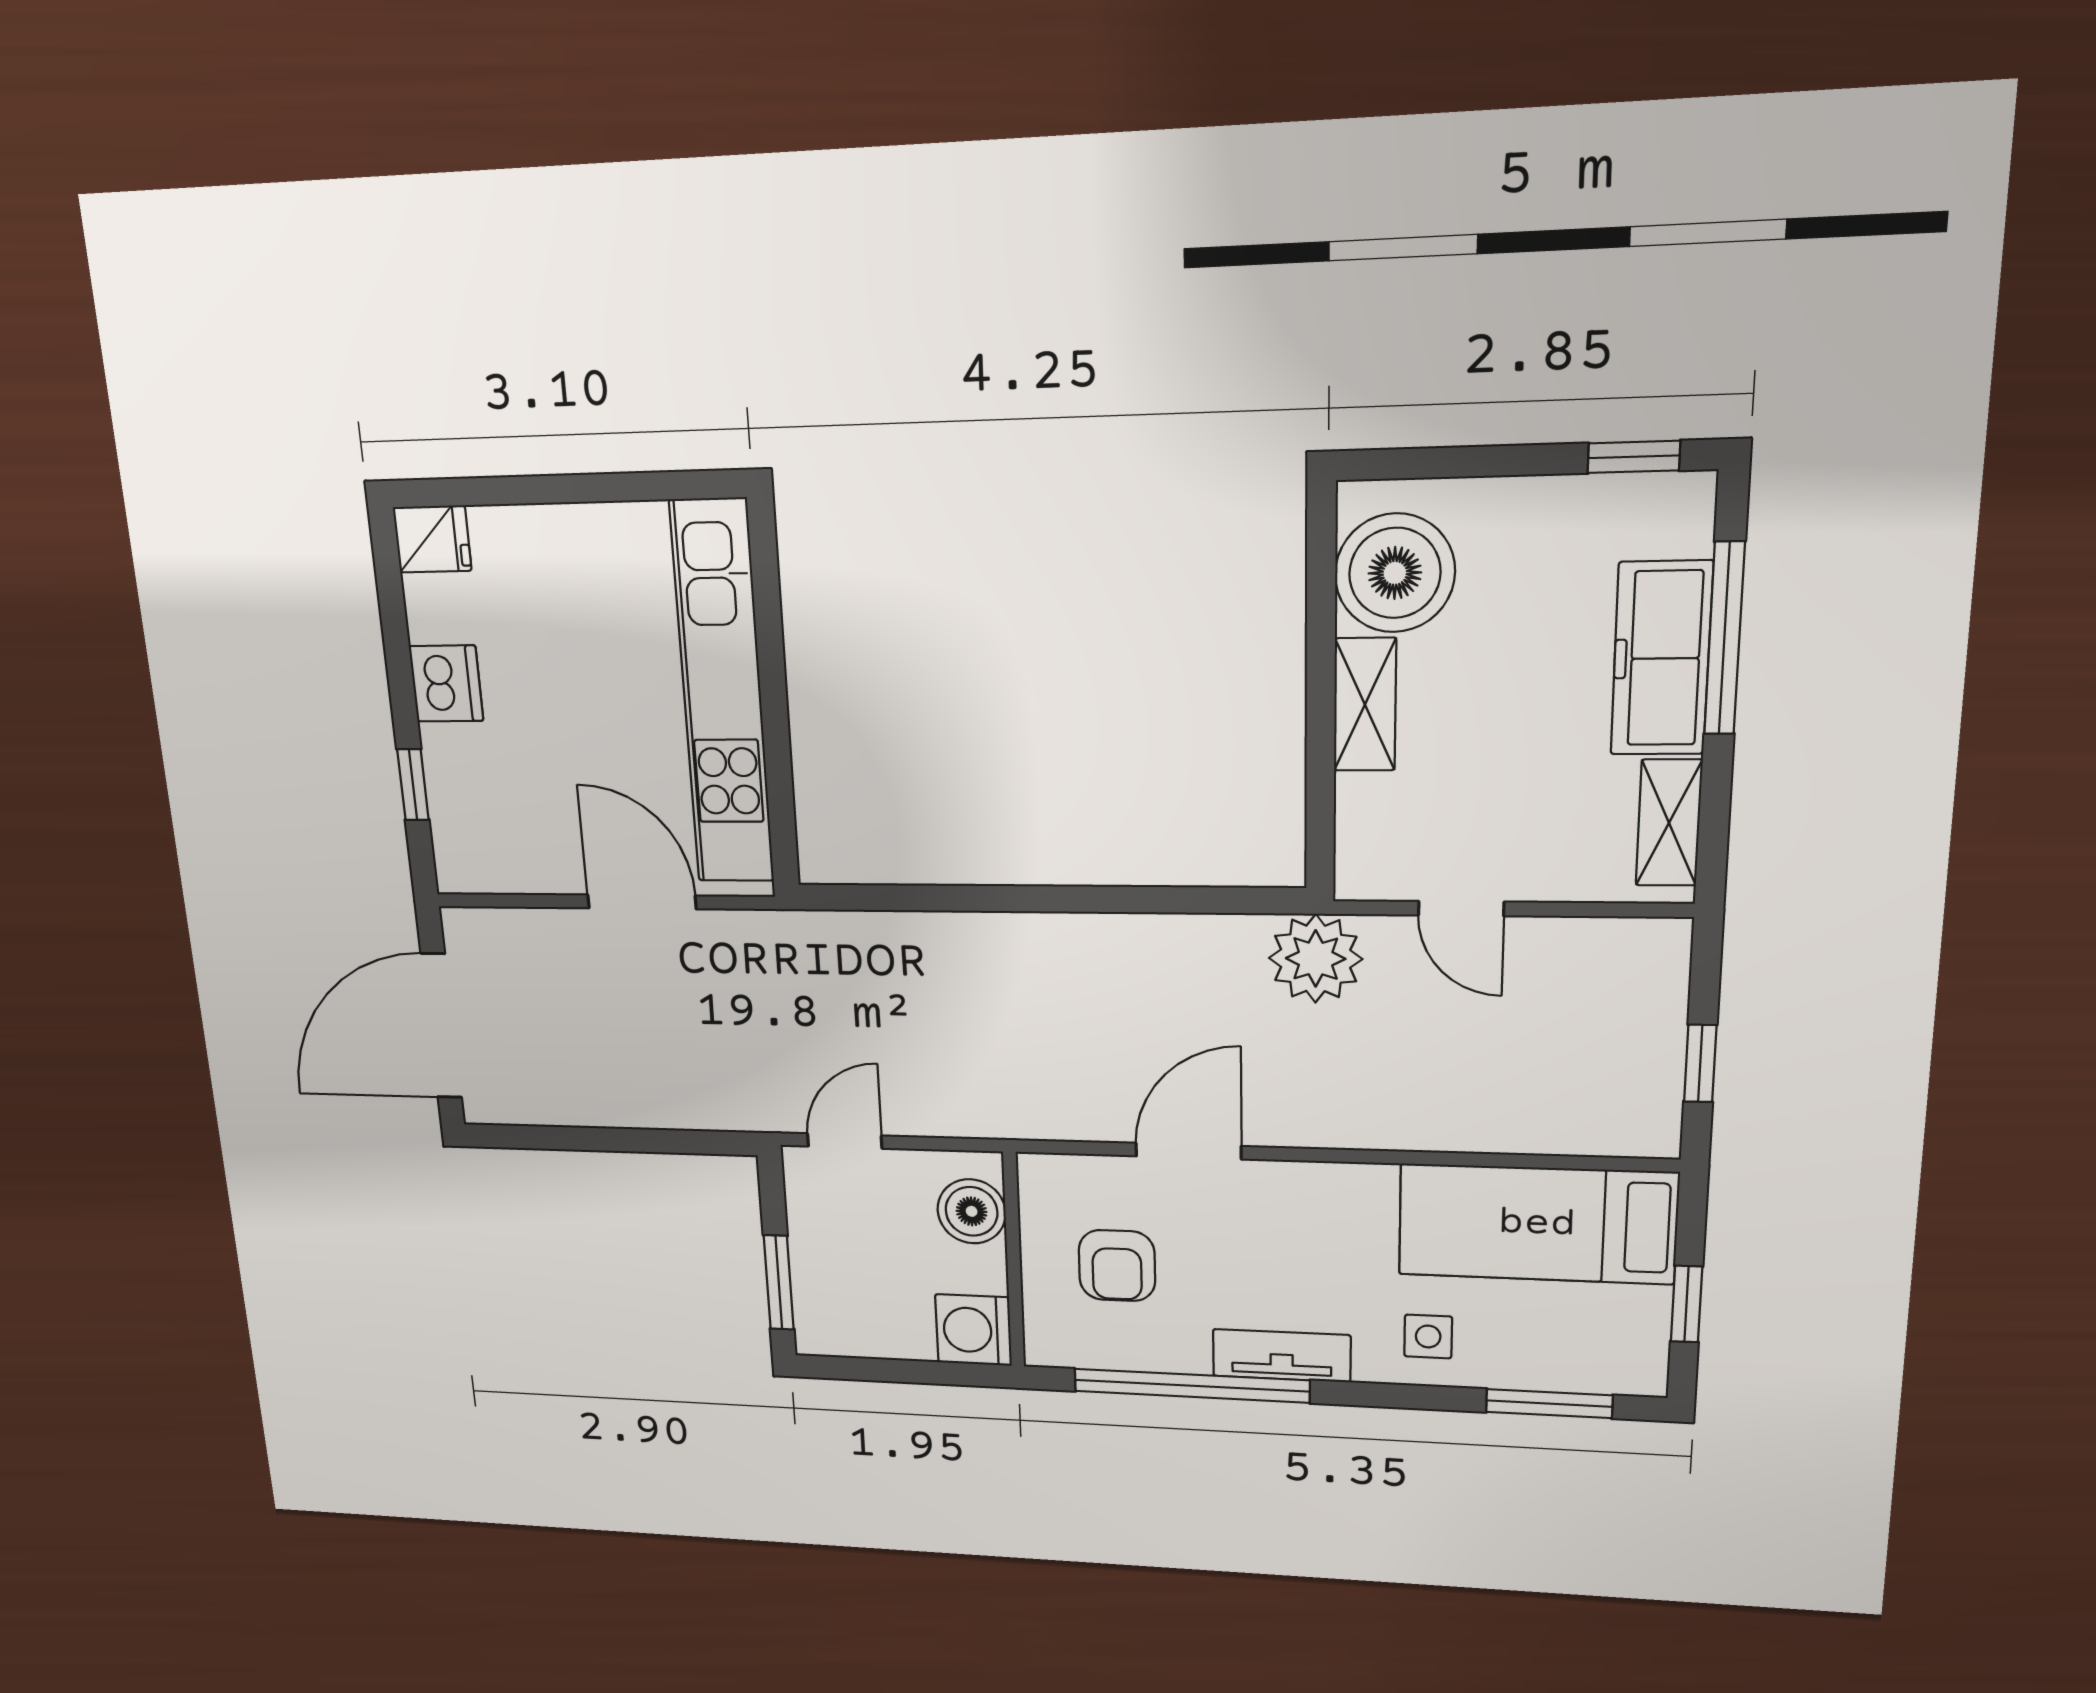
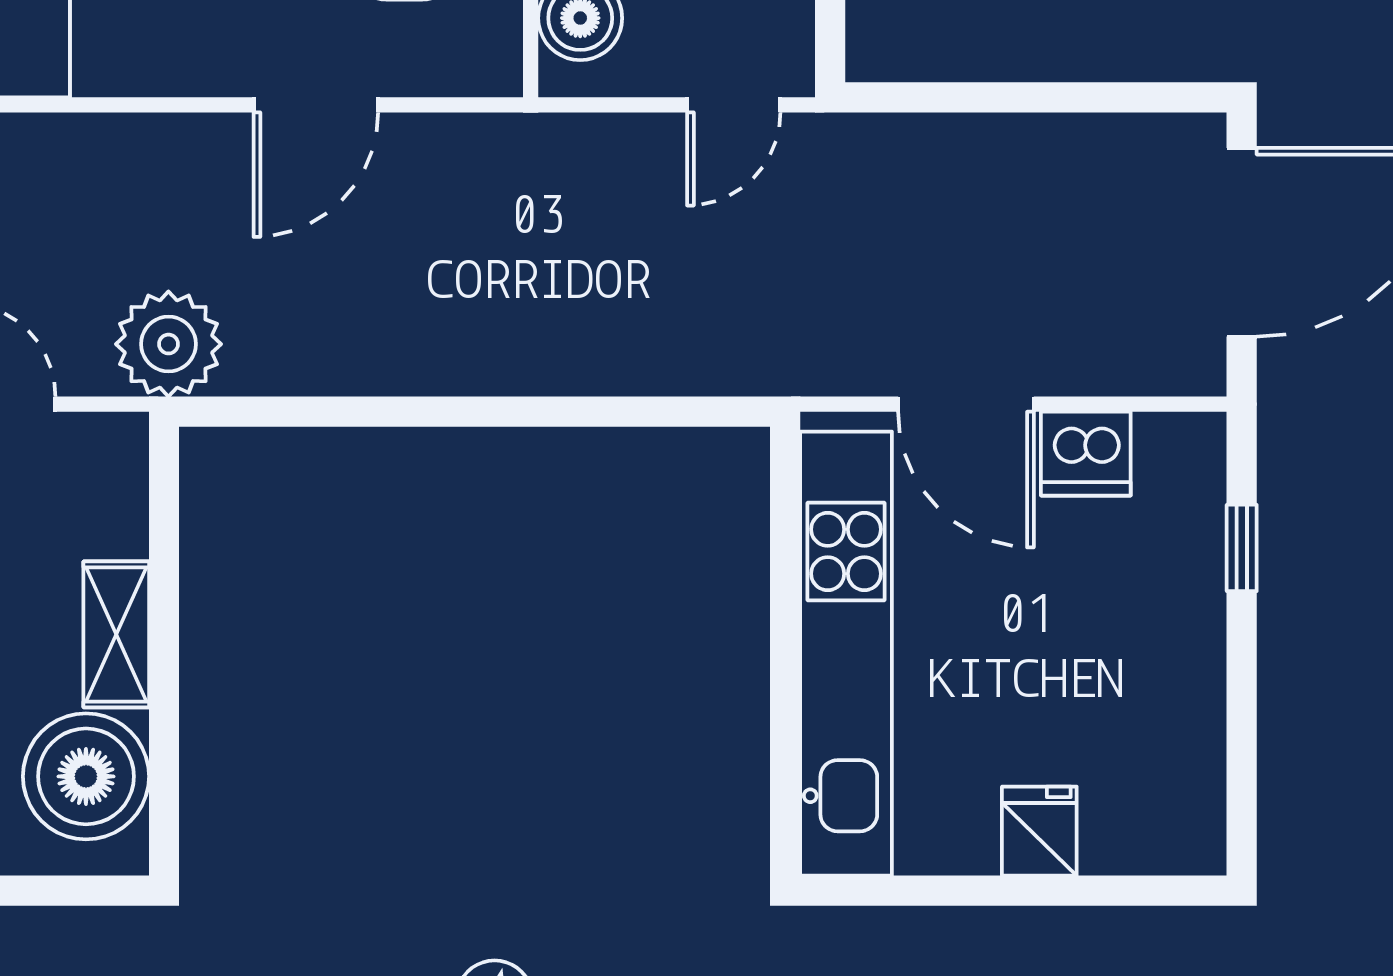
fridge: (432, 539) -> (1039, 831), moved, turned 90
dishwasher: (446, 684) -> (1086, 454), moved, turned -90

